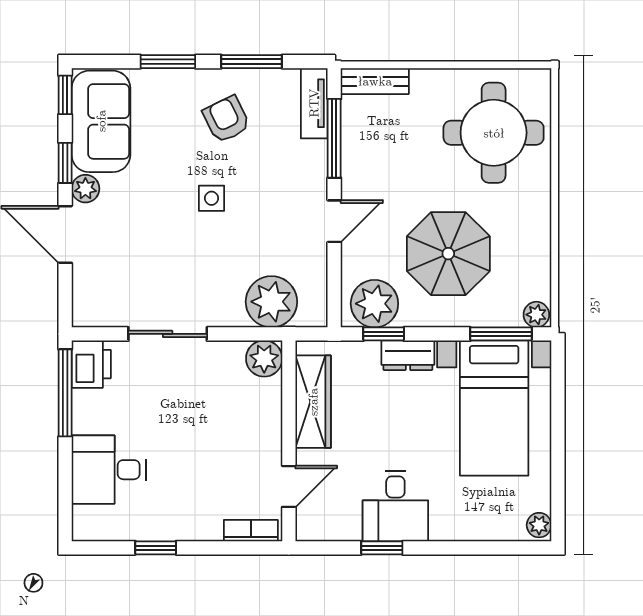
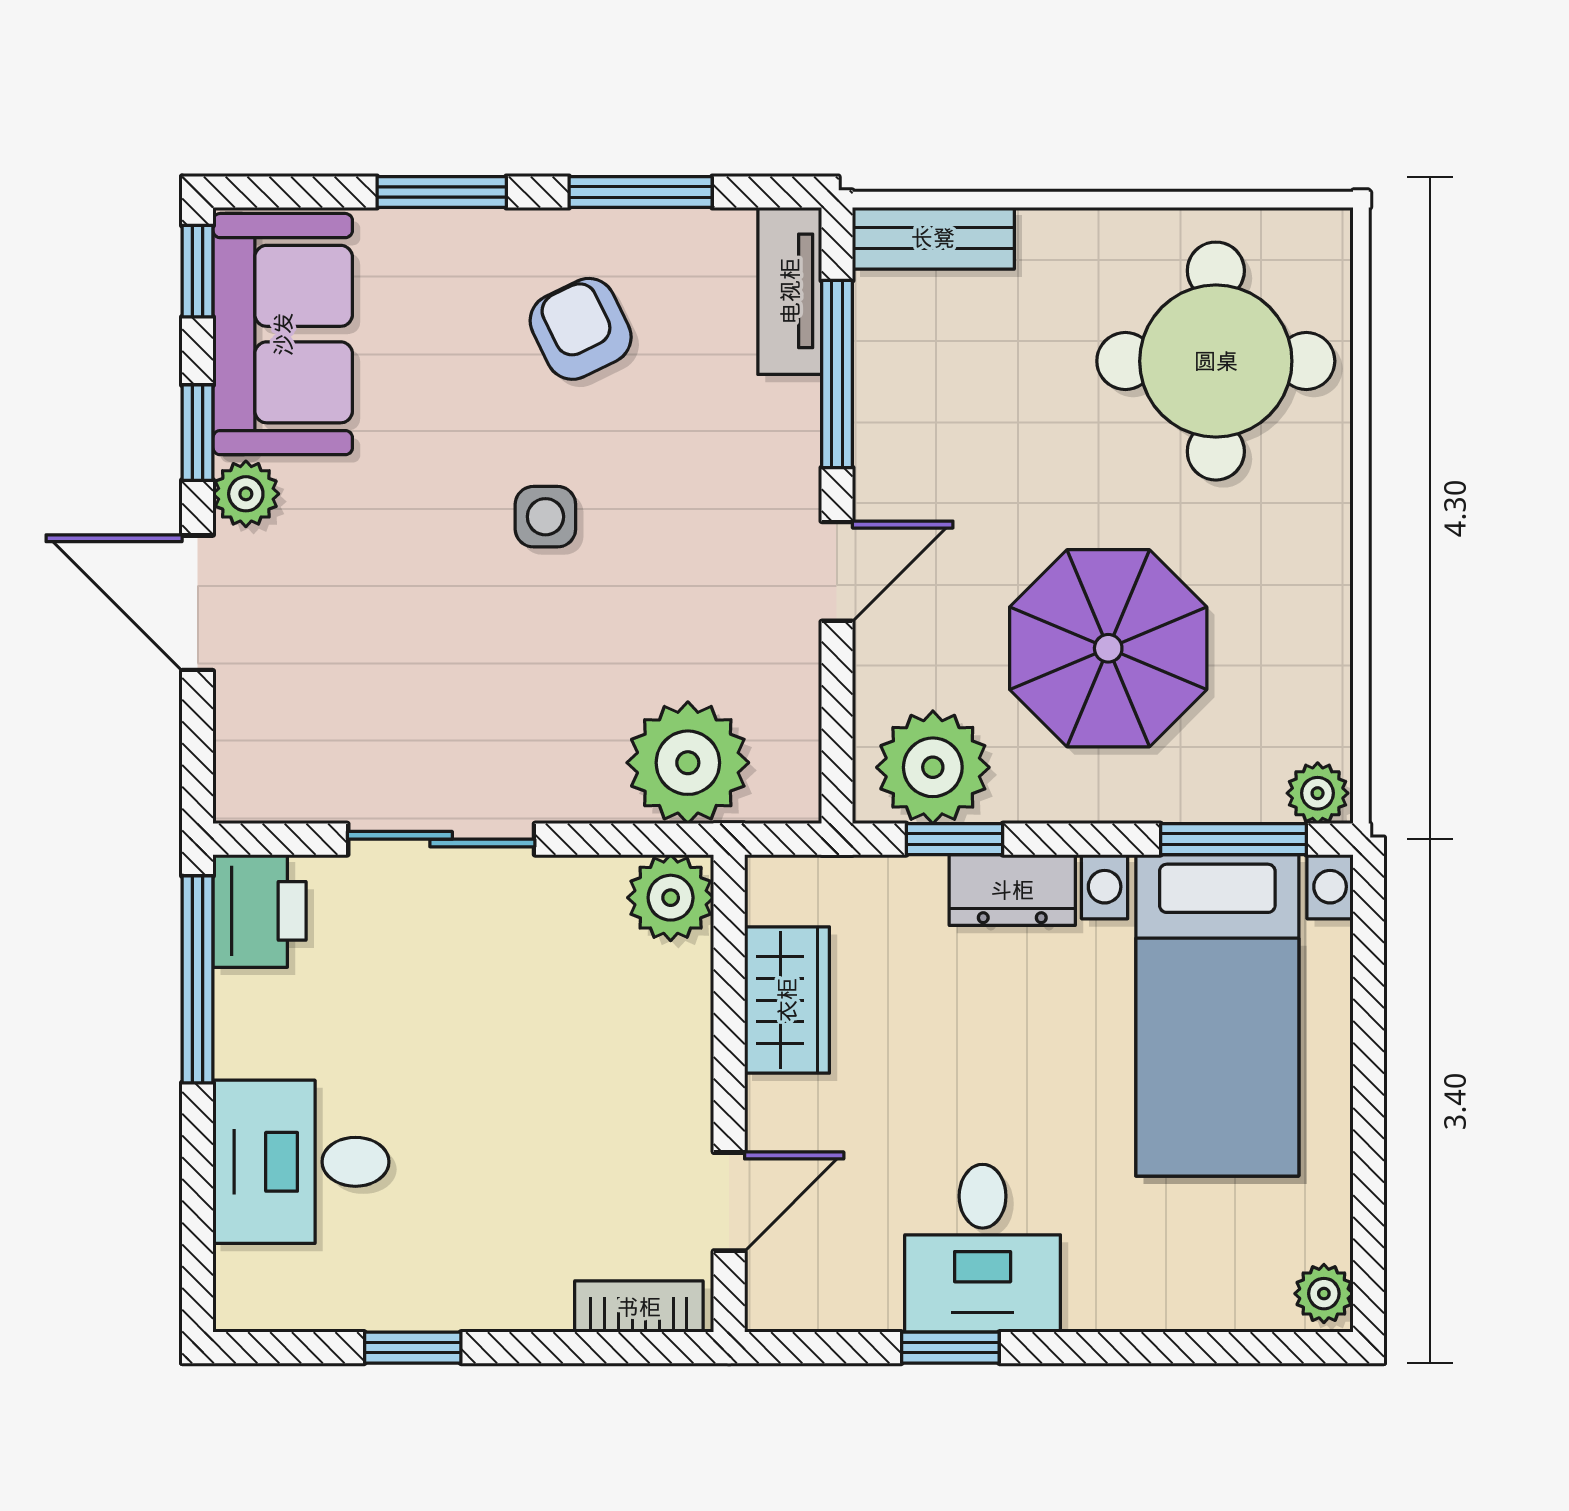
wardrobe: (313, 402) -> (787, 1000), width x0.67

